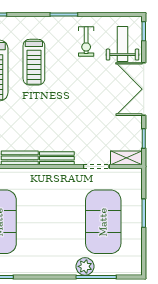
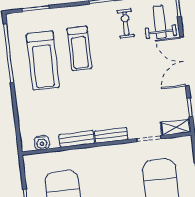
exercise bike: (86, 42) -> (126, 24), turned 180

